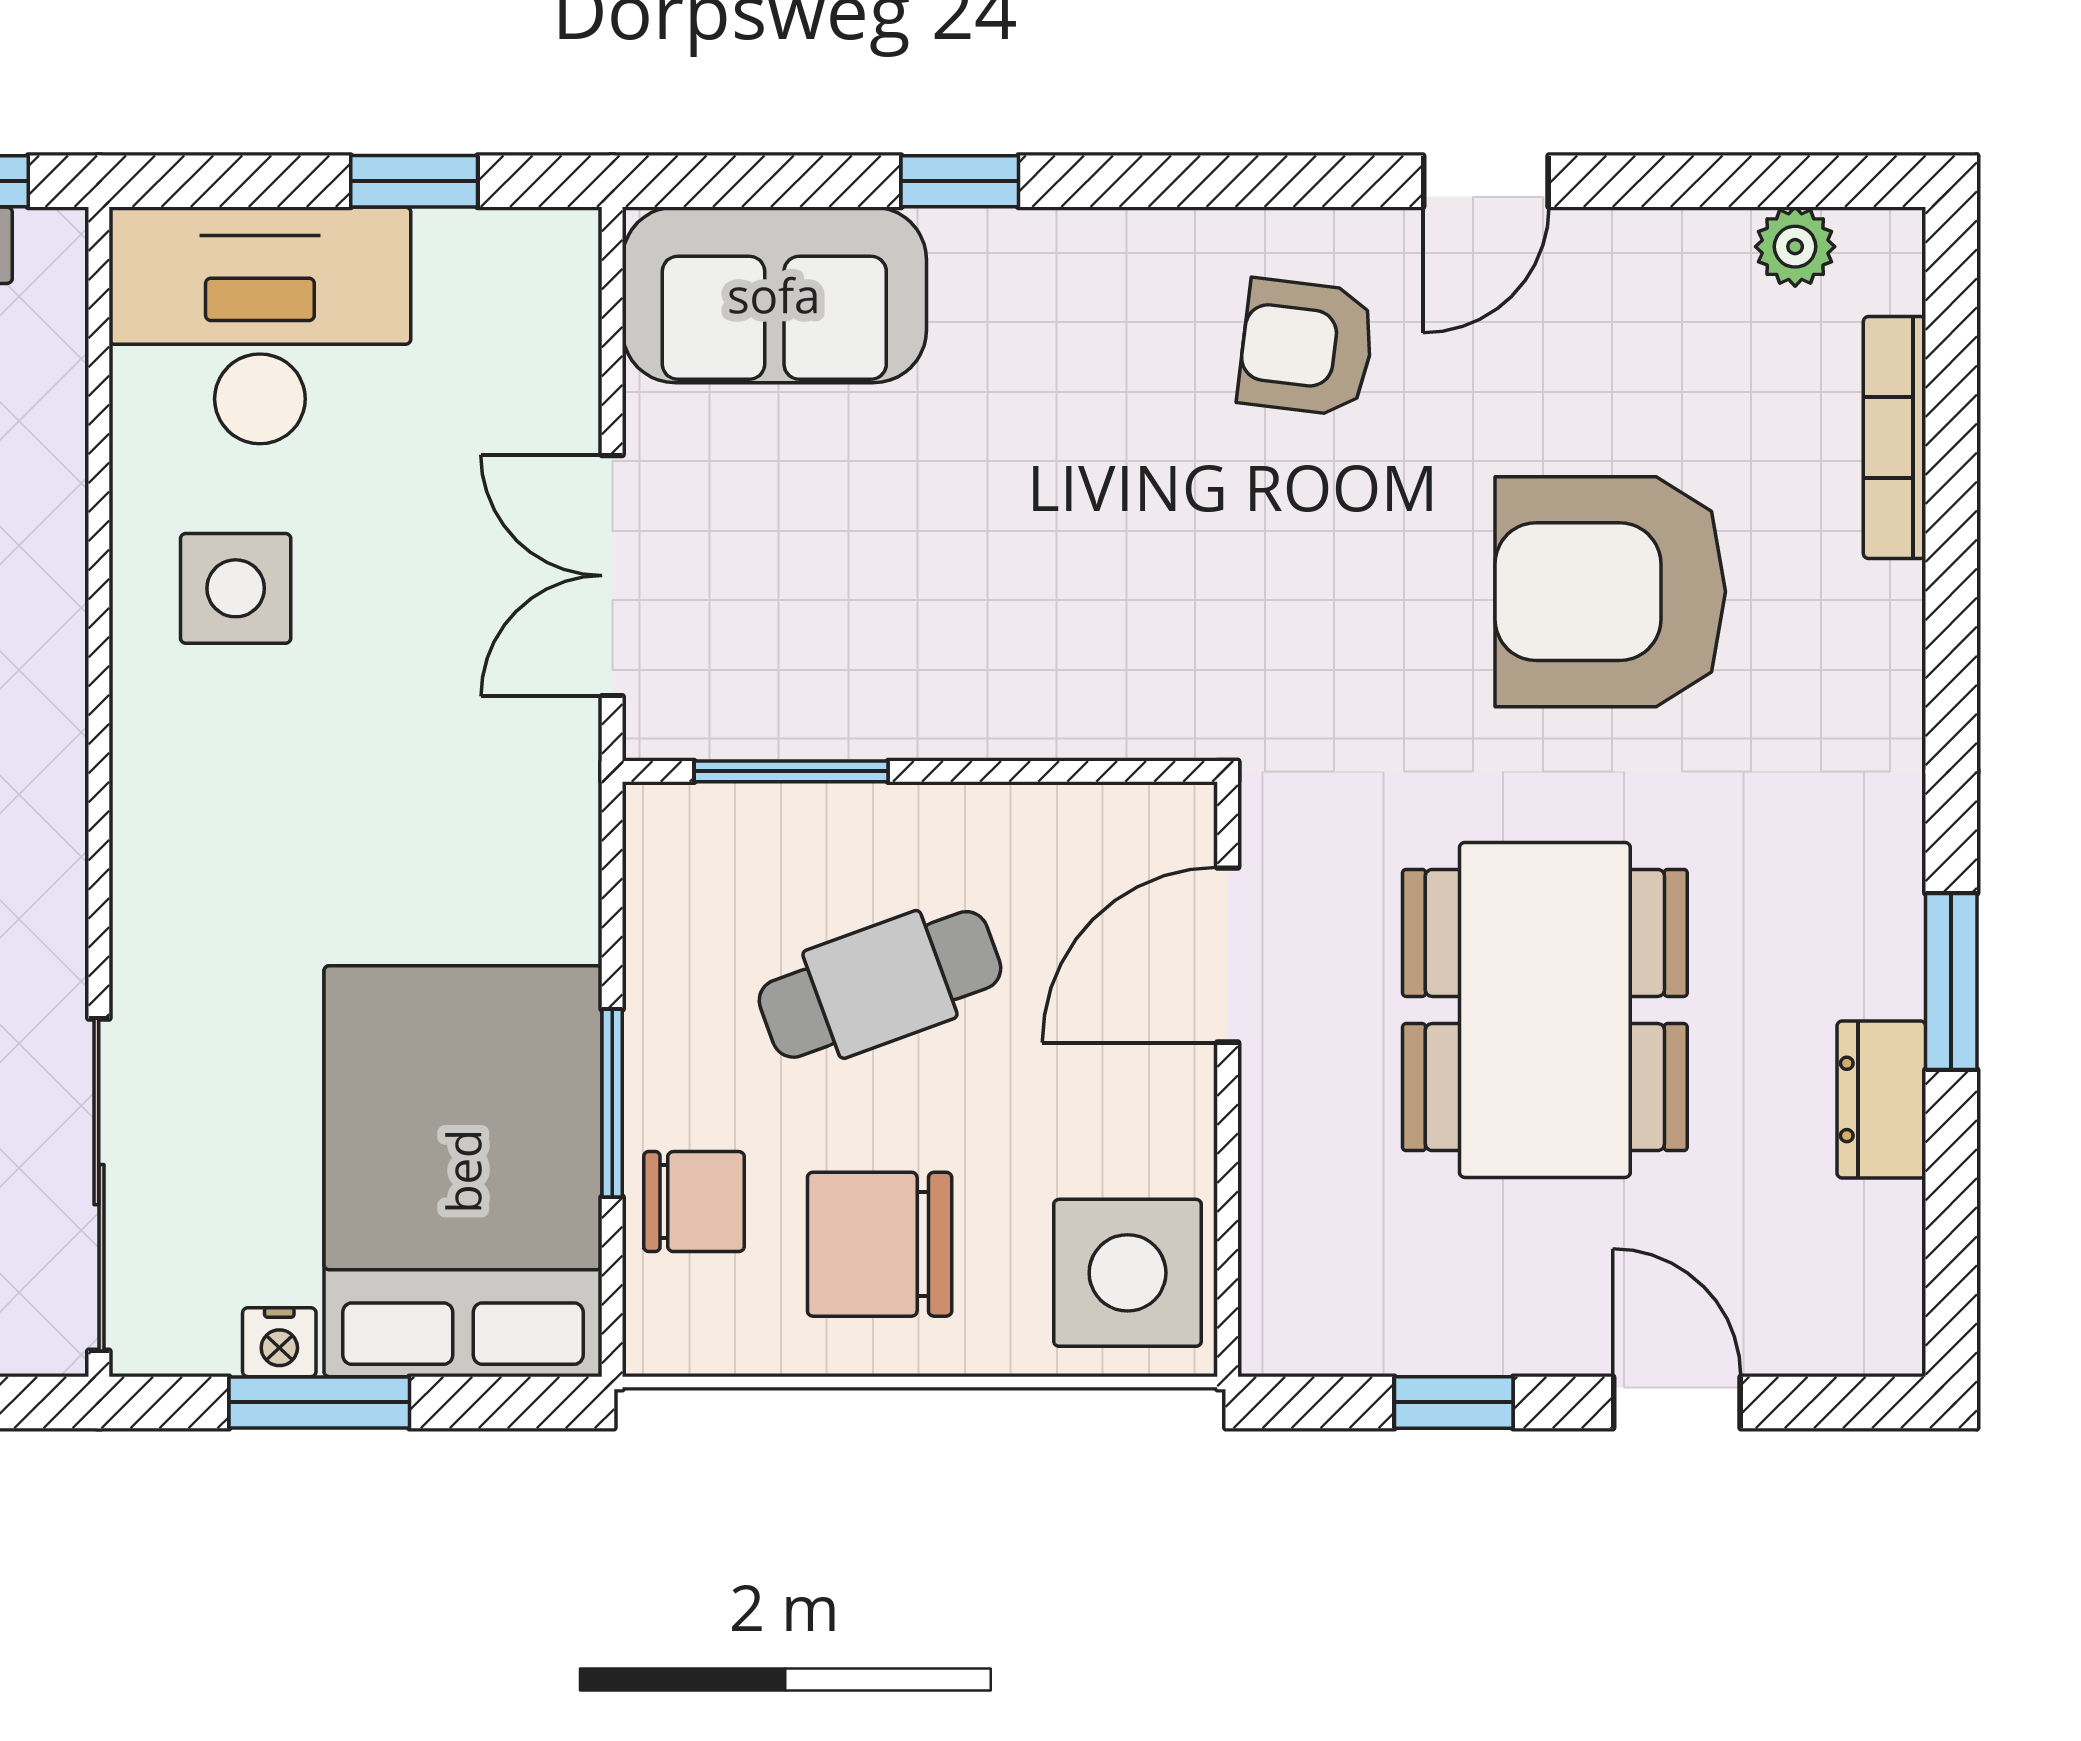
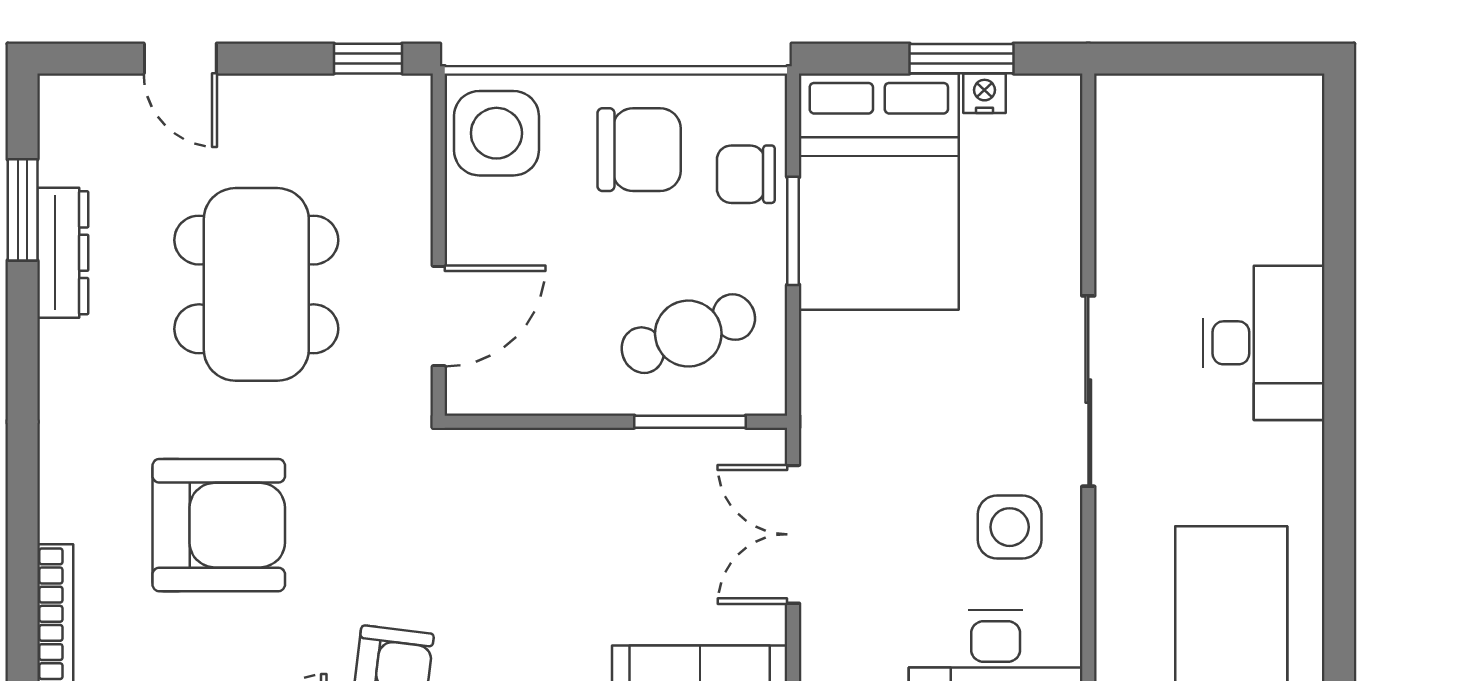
double door: (612, 576) -> (793, 534), swing flipped
window: (1951, 981) -> (23, 210), moved
cafe table: (880, 984) -> (688, 334), moved
dresser: (1881, 1099) -> (63, 253), width x1.44
sliding door: (99, 1185) -> (1088, 391), moved
window: (1454, 1402) -> (368, 59), moved

